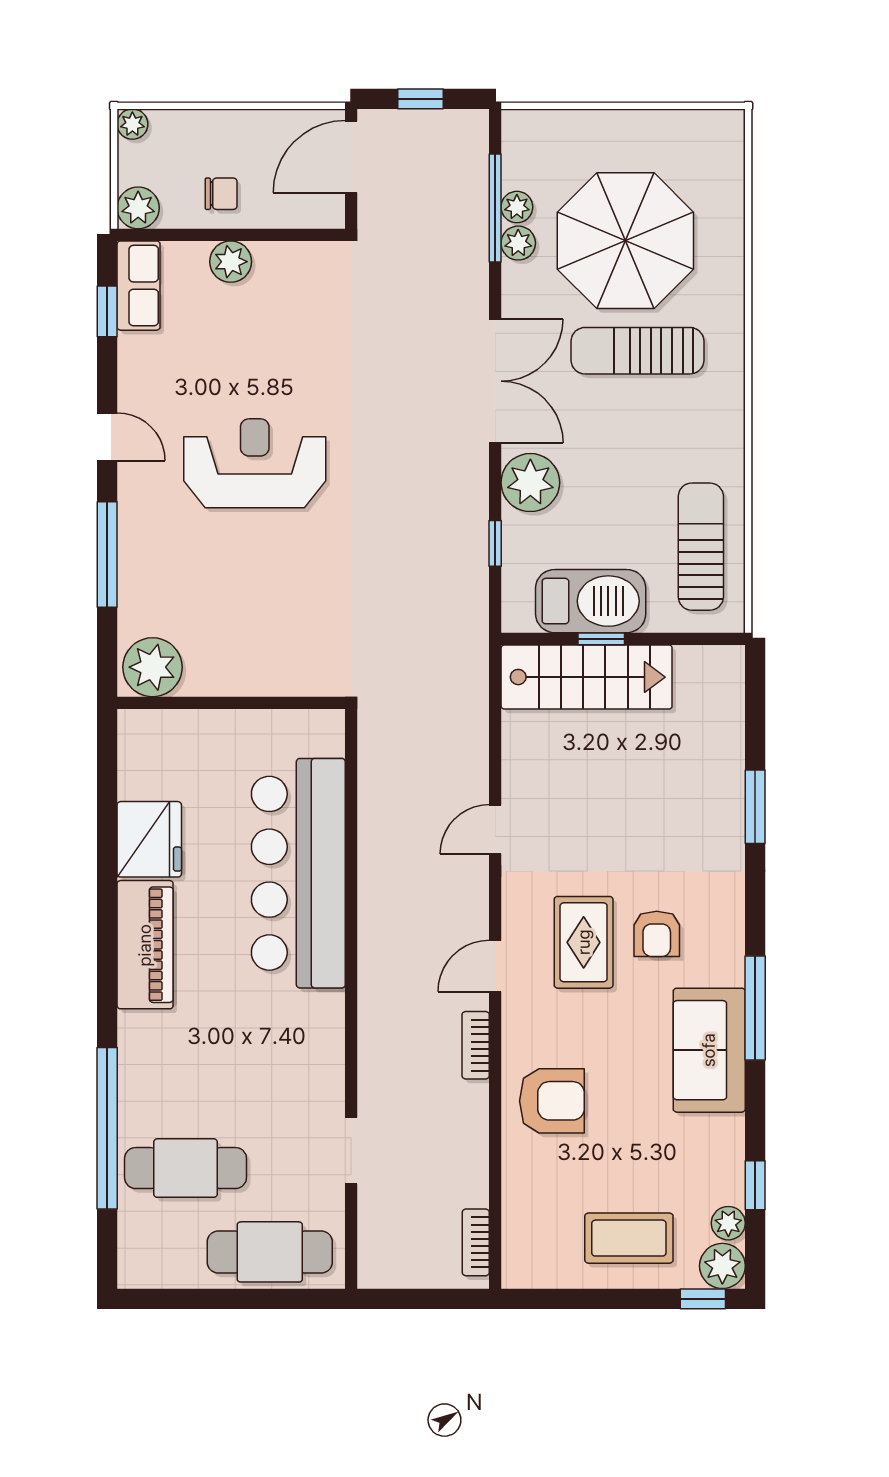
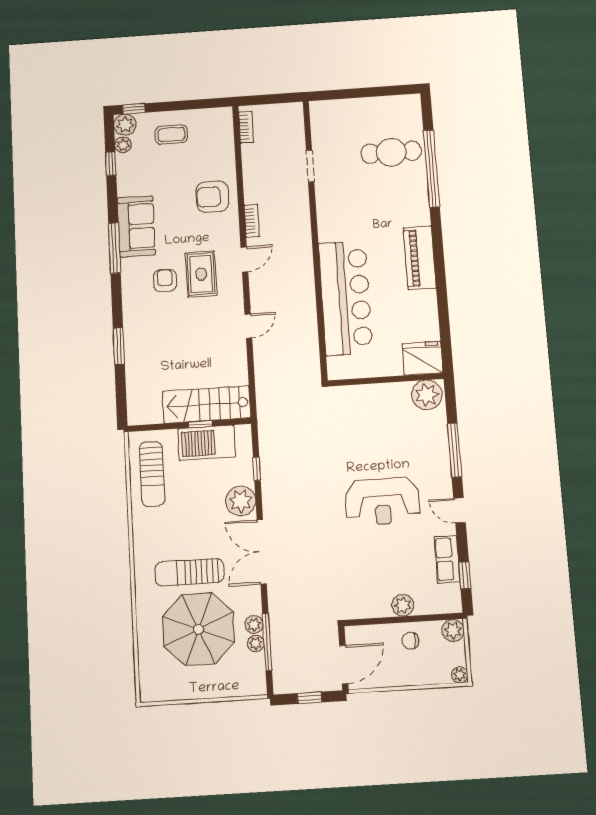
row of seats: (139, 286) -> (447, 559), moved
sun lounger: (637, 351) -> (189, 572), turned 180
fridge: (149, 839) -> (423, 358), moved, turned 90
coffee table: (629, 1238) -> (171, 135), width x0.73, depth x0.77
cafe table: (270, 1252) -> (347, 116), removed

